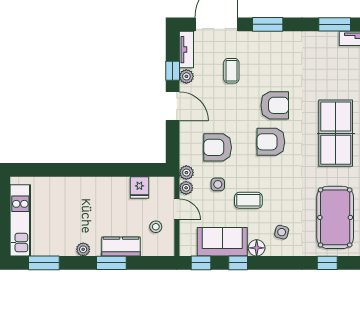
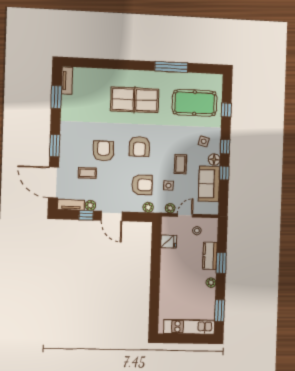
armchair: (275, 105) -> (103, 151), moved
door: (173, 106) -> (112, 216), swing flipped
armchair: (218, 147) -> (142, 185), turned -90
plant: (186, 173) -> (148, 207), moved
window: (201, 263) -> (225, 147), moved

